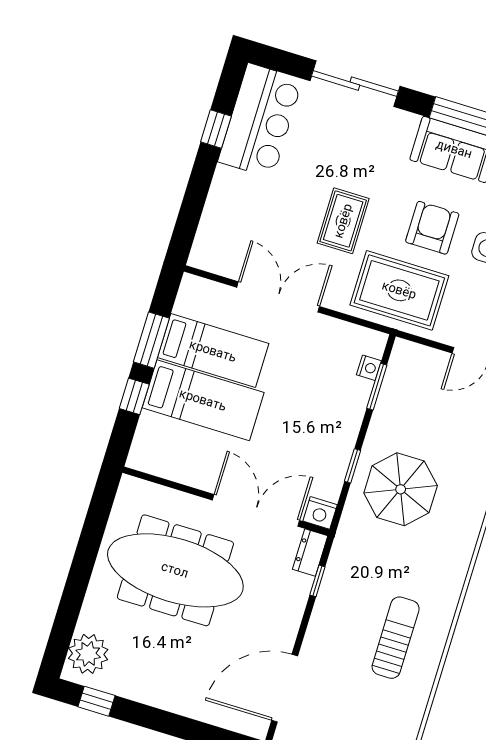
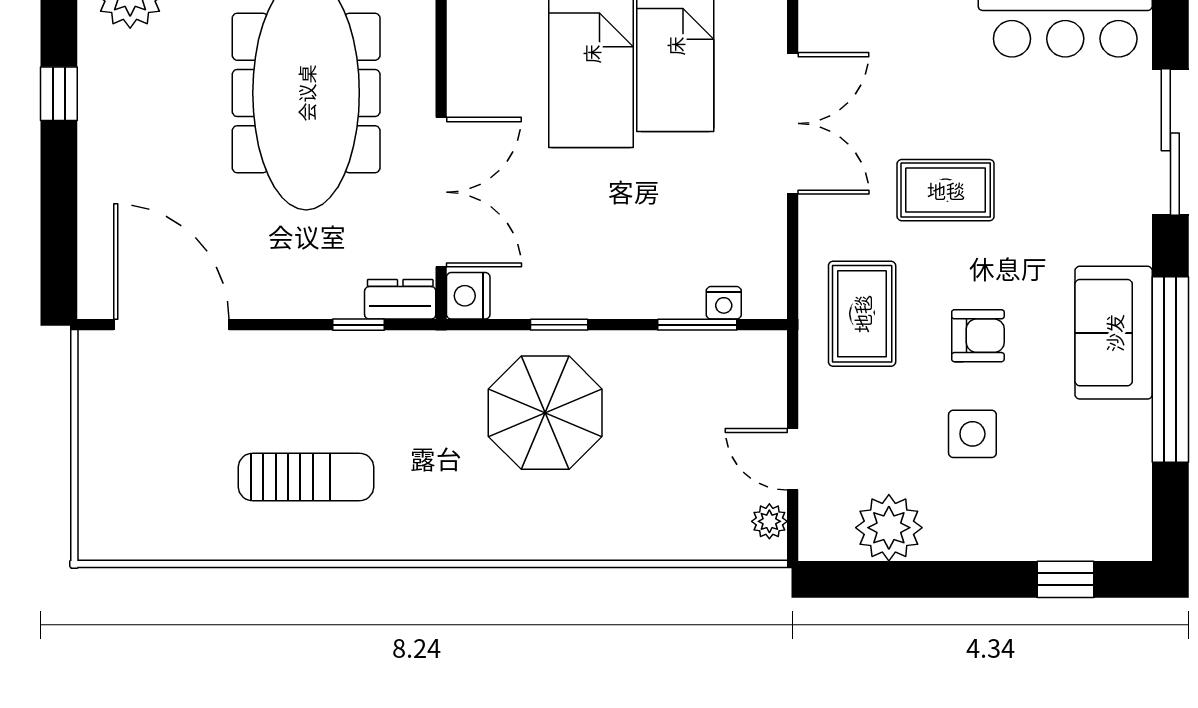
armchair: (432, 228) -> (978, 336), width x0.72, depth x0.72
rug: (399, 290) -> (862, 314), width x0.73, depth x0.70
window: (97, 701) -> (59, 94), moved

